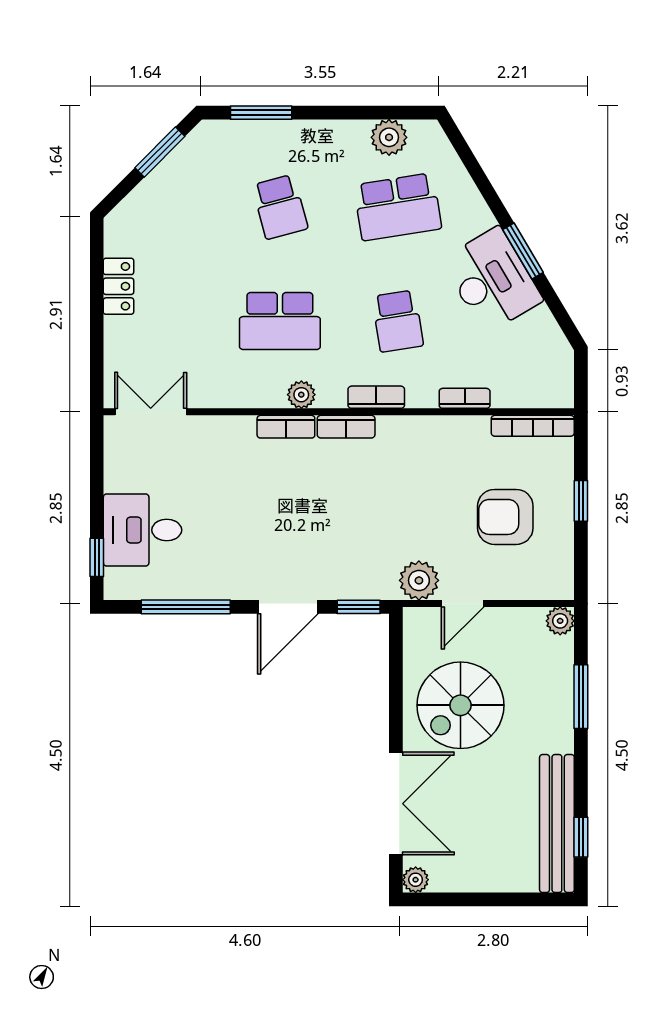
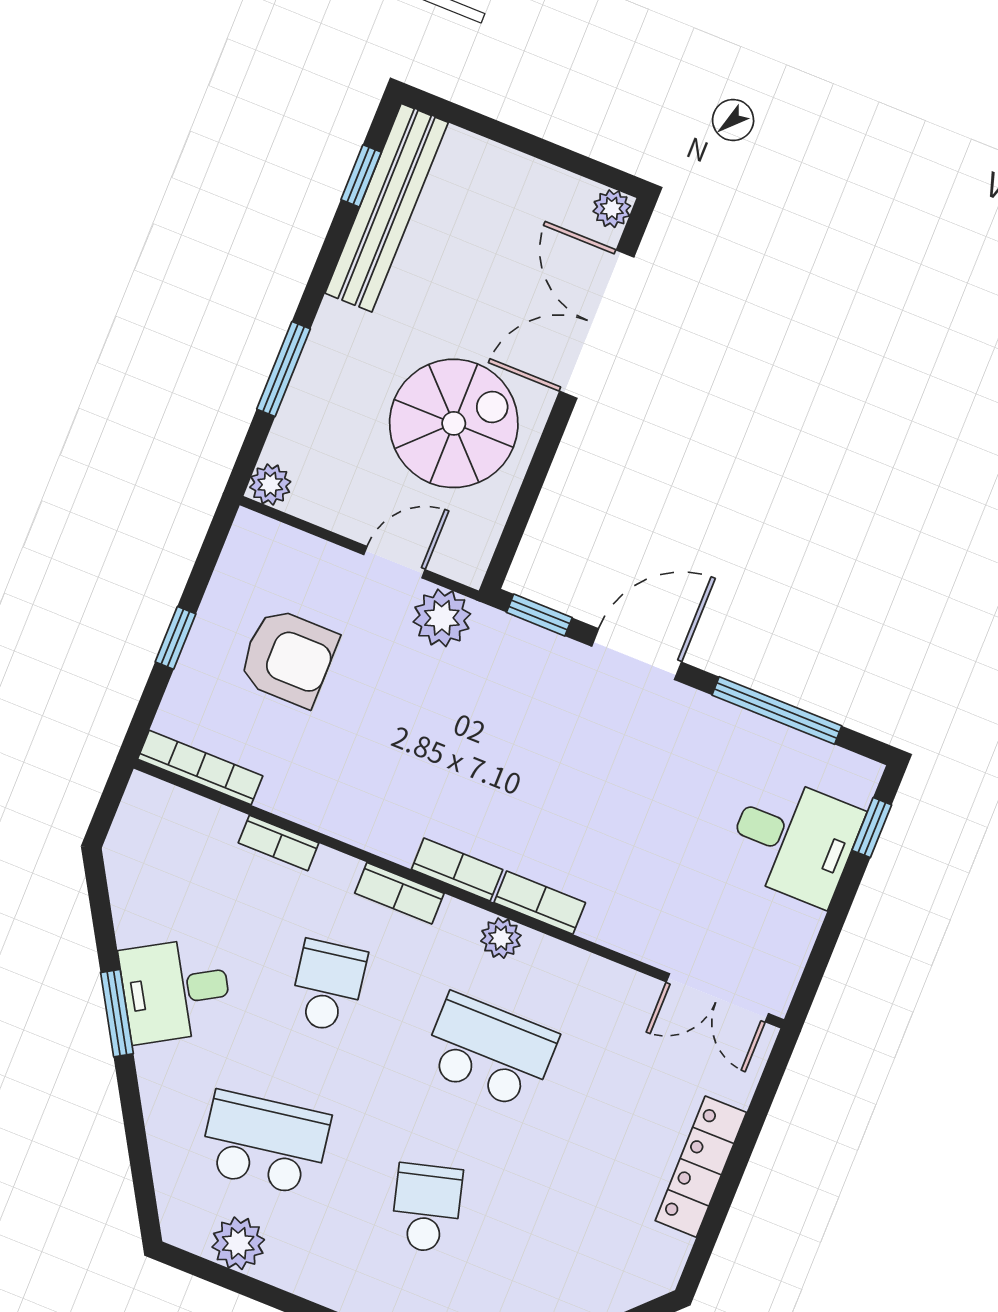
desk: (492, 280) -> (176, 990), width x0.73
locker: (118, 286) -> (701, 1167), width x1.53

